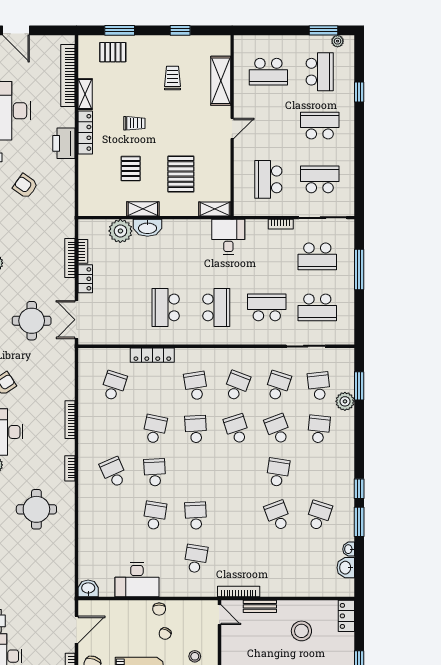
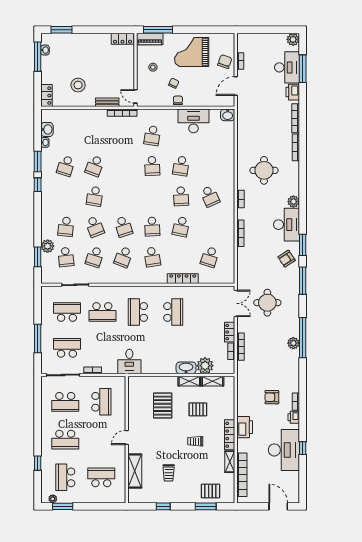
pallet: (131, 169) -> (198, 409), turned 90
armchair: (25, 186) -> (272, 397), turned 145
shelving: (215, 209) -> (213, 381), moved
school desk: (278, 516) -> (95, 166), turned 42

